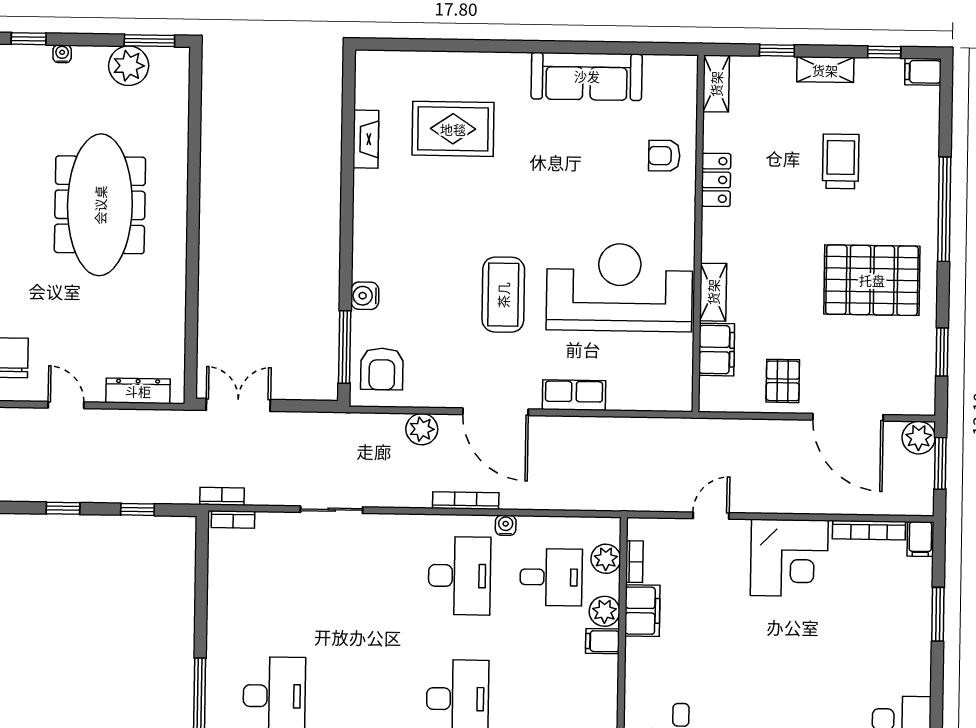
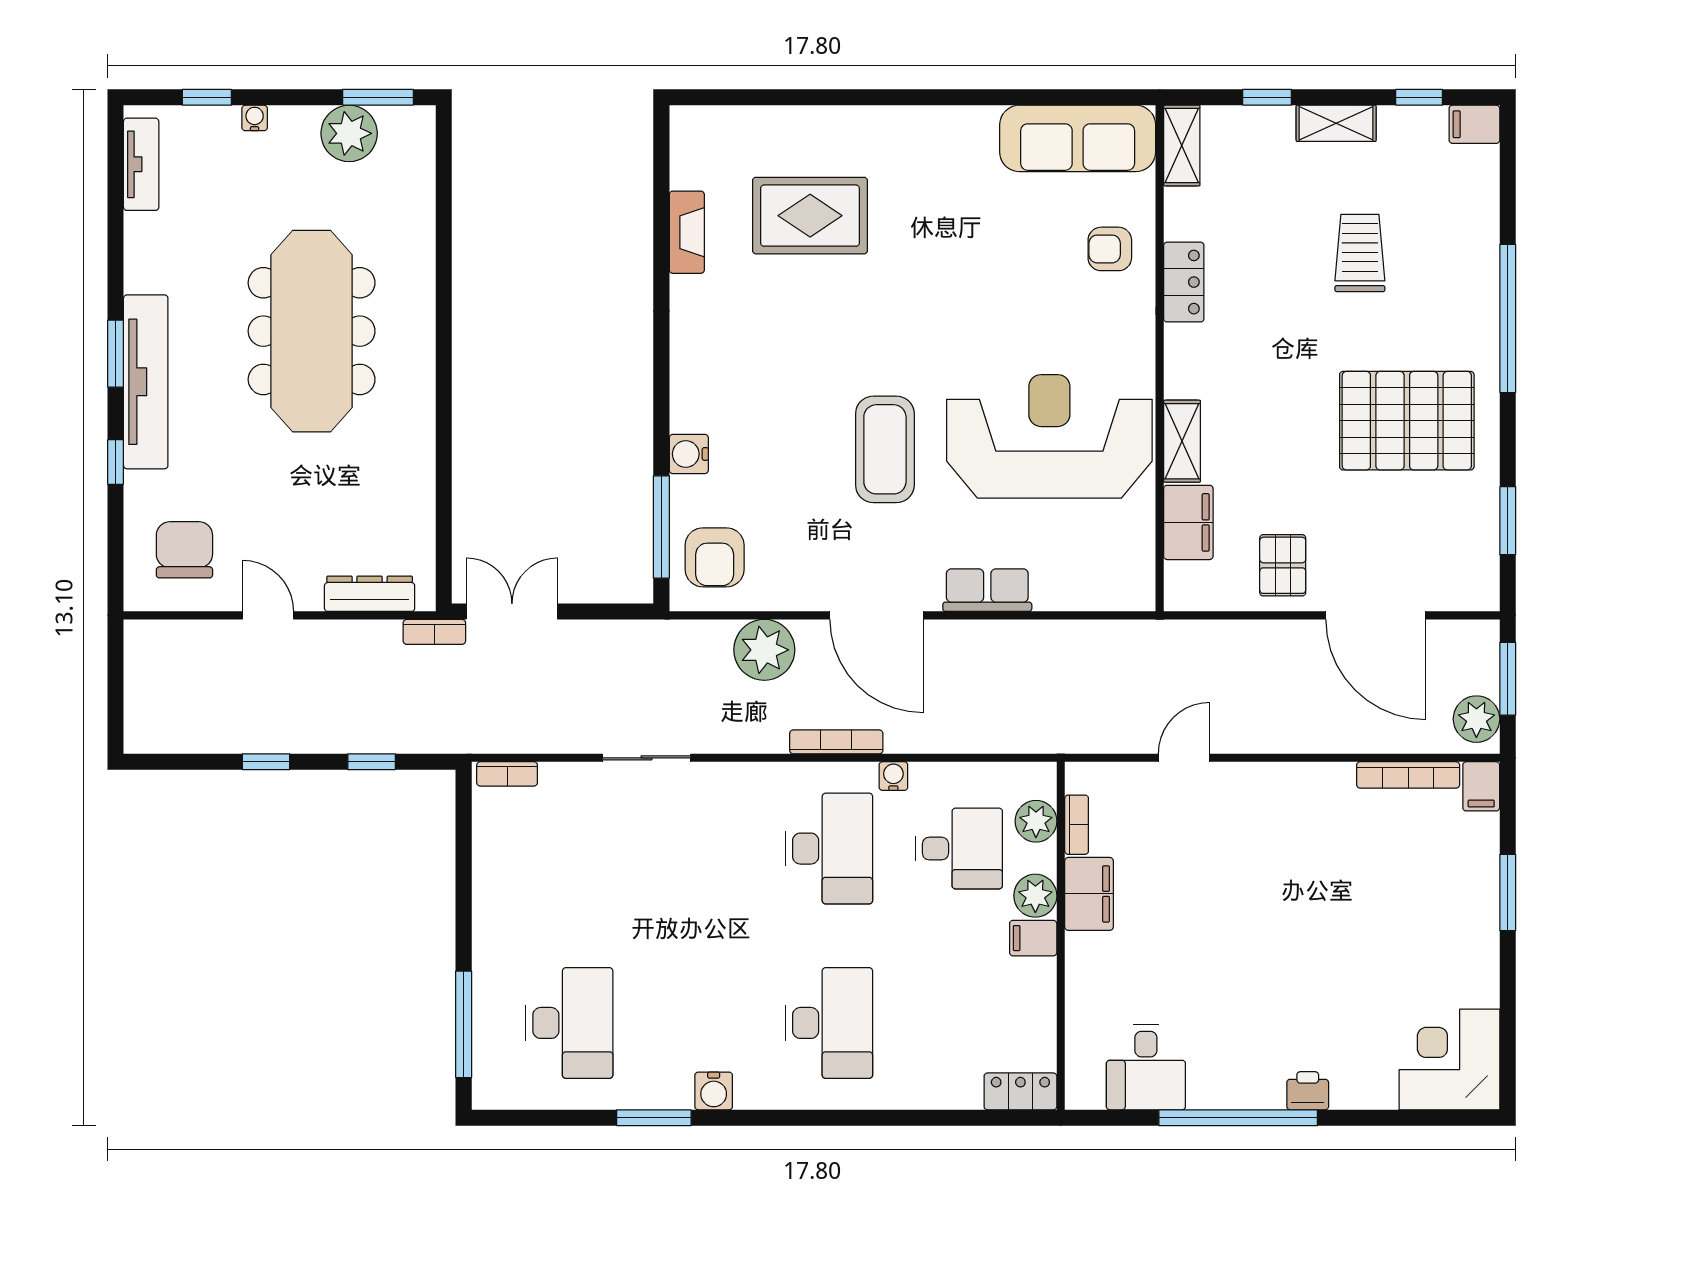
sofa: (587, 76) -> (1078, 138), moved
plant: (422, 429) -> (764, 650), width x1.36, depth x1.36
plant: (919, 438) -> (1476, 719), moved
bookcase: (222, 496) -> (434, 632), moved, turned 180
corner desk: (789, 558) -> (1296, 816), removed

